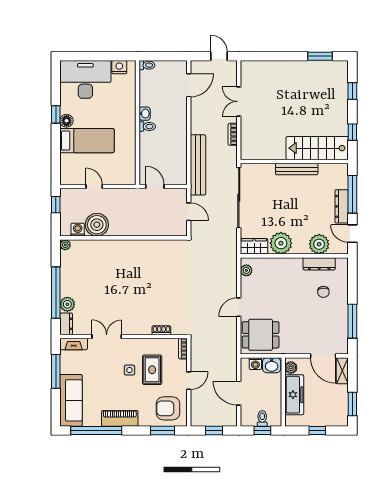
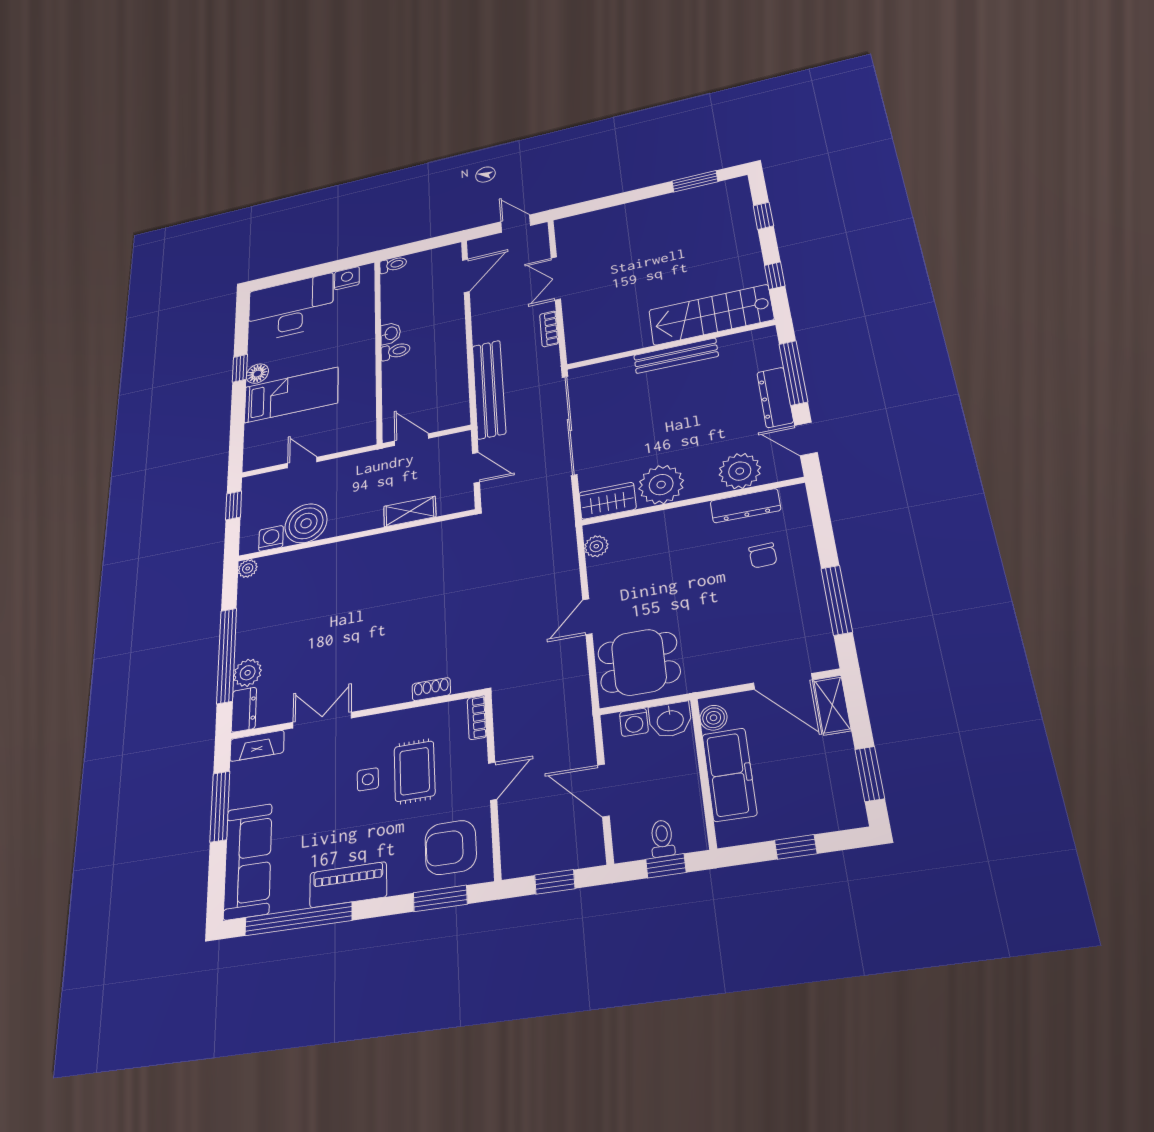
shelving: (153, 230) -> (410, 511), added

